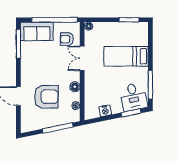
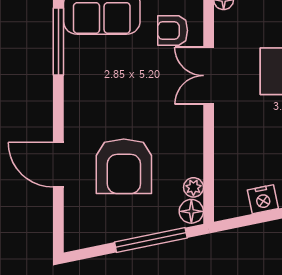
floor lamp: (75, 87) -> (191, 211), moved
armchair: (46, 97) -> (124, 166), turned 90

